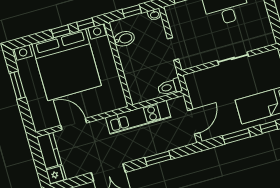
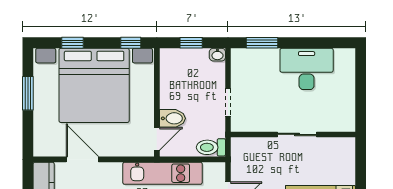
window: (61, 31) -> (72, 43), moved
bidet: (124, 39) -> (172, 118), moved
door: (126, 92) -> (157, 139), added

